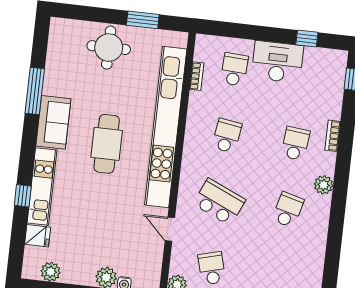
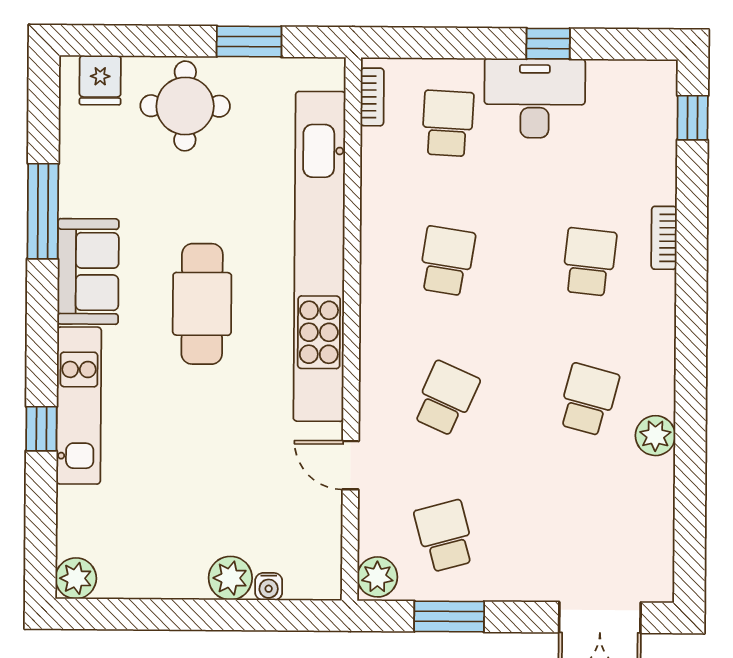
window: (307, 39) -> (548, 44), moved
bookcase: (197, 76) -> (372, 97), moved
plant: (324, 185) -> (655, 436), moved
school desk: (219, 202) -> (446, 398), width x0.54
fridge: (38, 236) -> (100, 80), moved, turned 90
plant: (51, 272) -> (76, 578), moved

